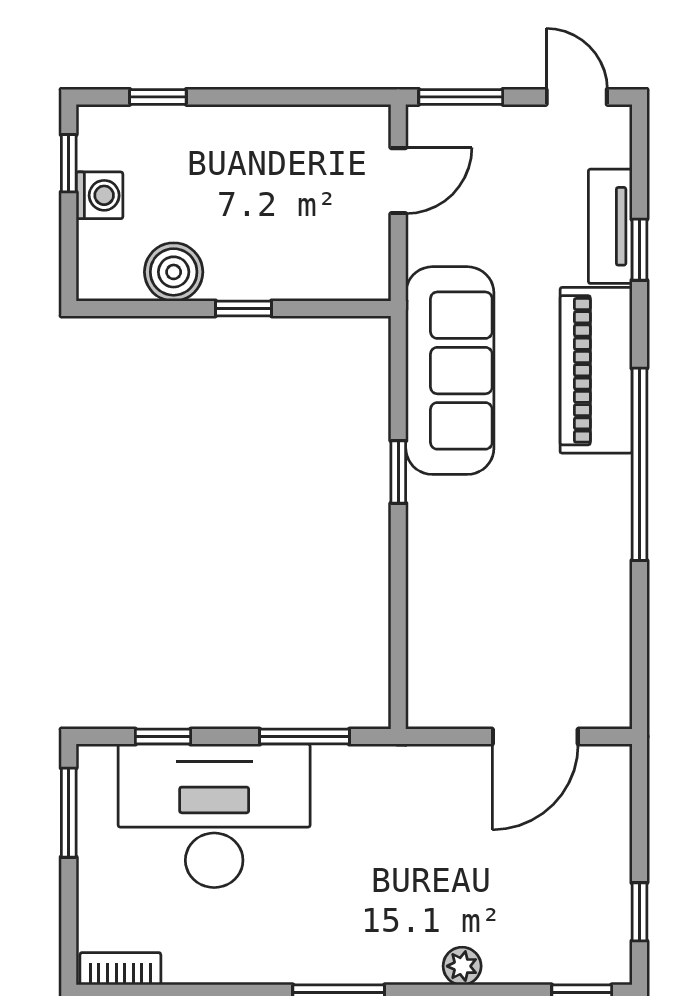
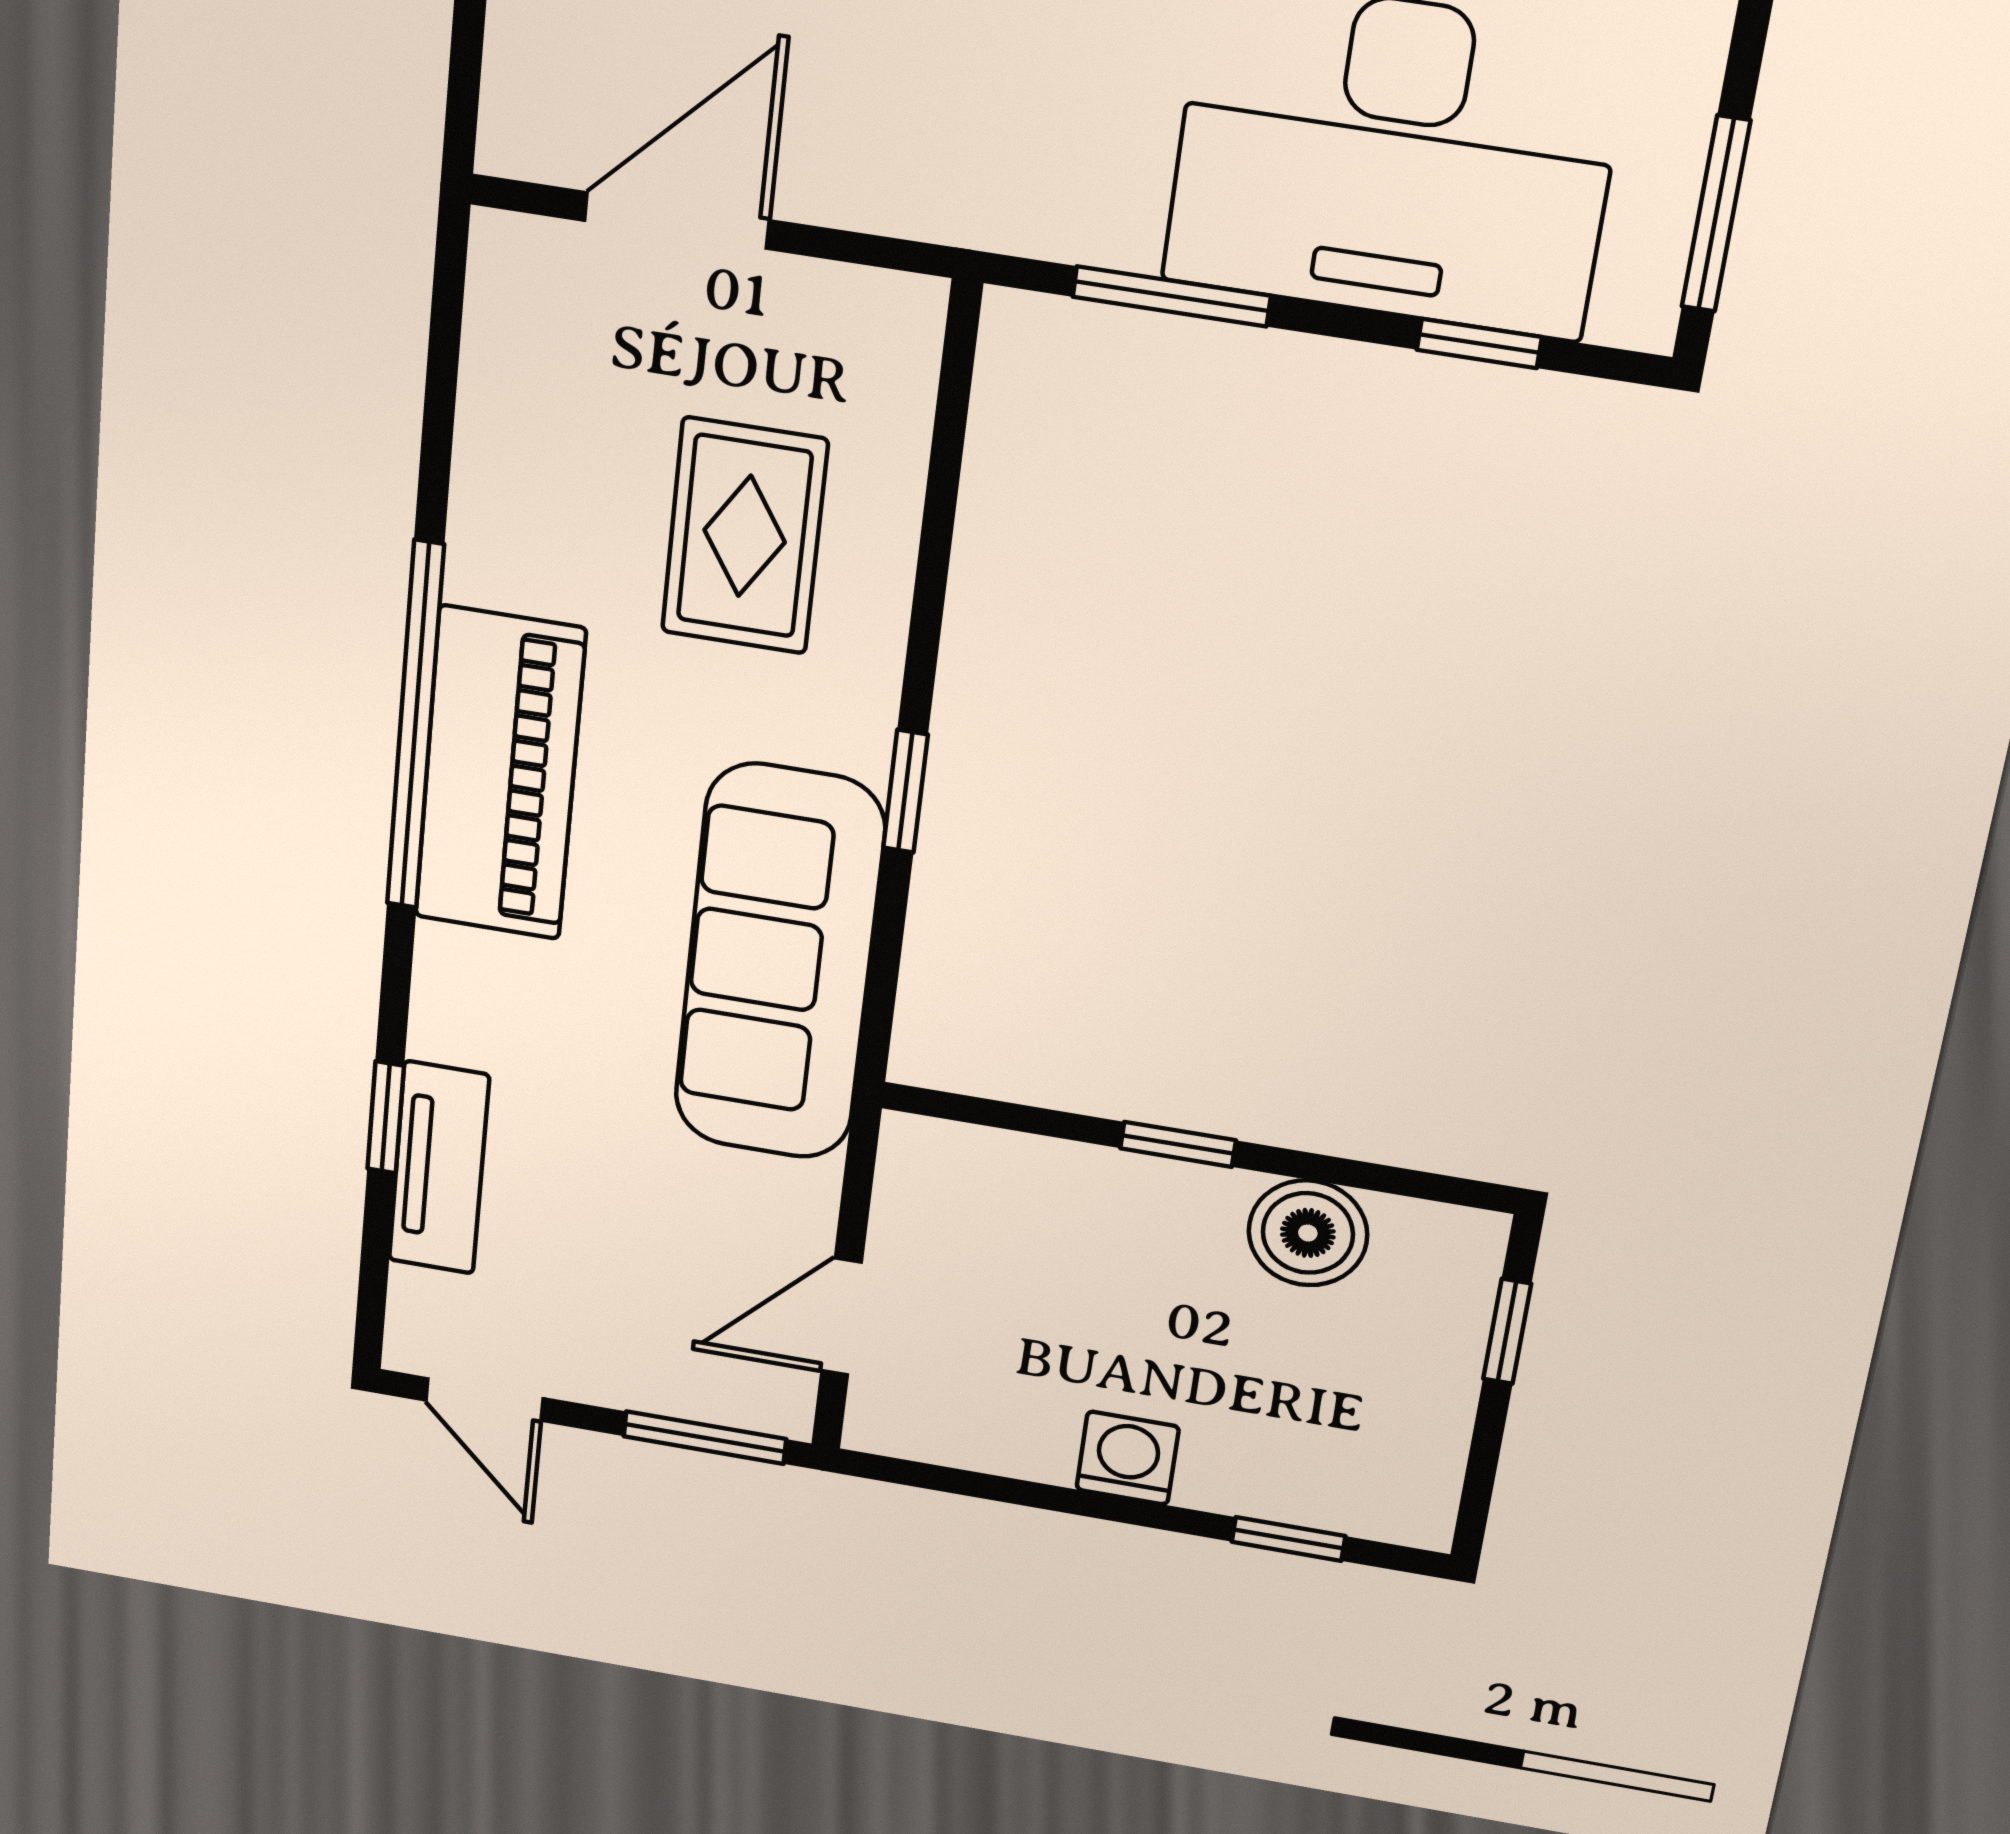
window: (69, 163) -> (1507, 1331), moved
washing machine: (99, 195) -> (1128, 1458), moved, turned 90
piano: (596, 370) -> (500, 774), moved
rug: (489, 589) -> (745, 536), added

